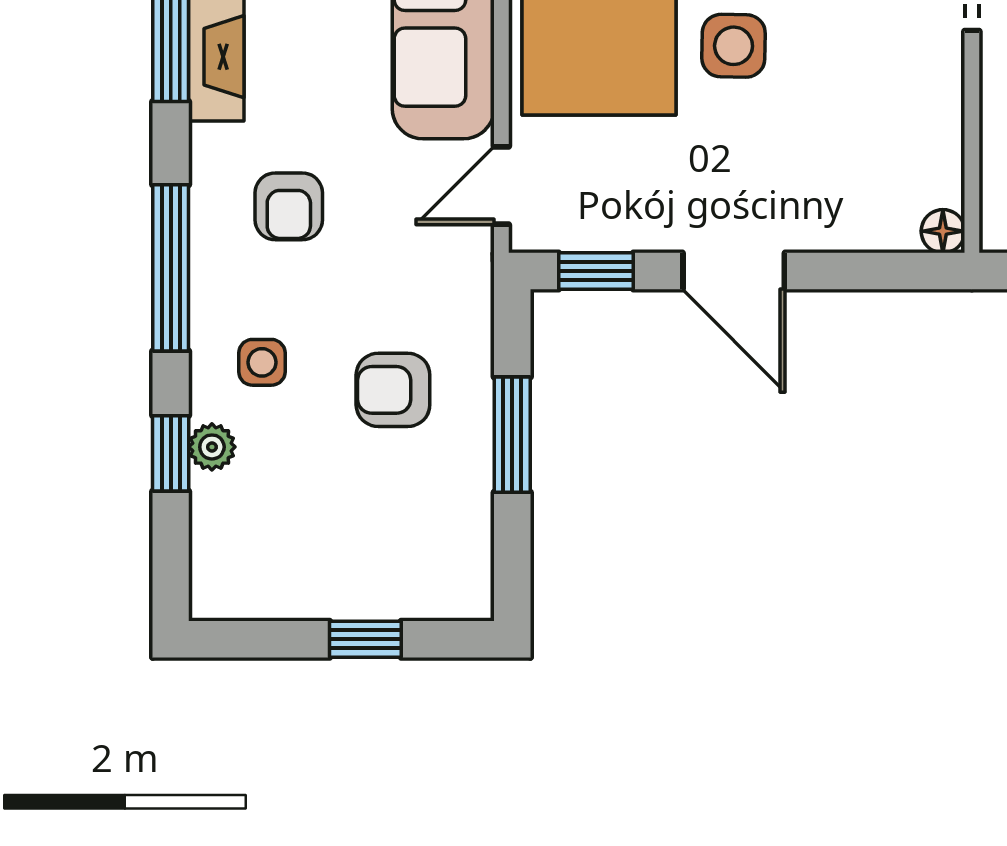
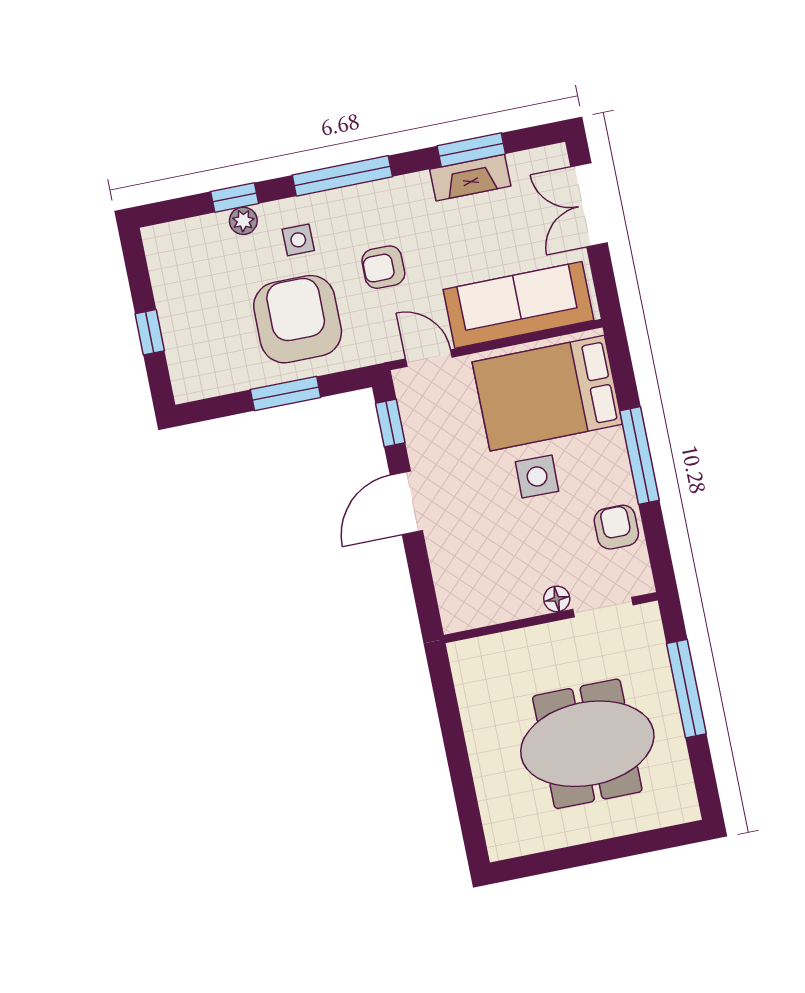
armchair: (289, 206) -> (383, 267), moved
floor lamp: (943, 231) -> (557, 599), moved
armchair: (393, 390) -> (298, 319), width x1.88, depth x1.88

